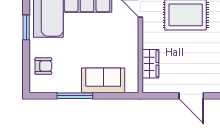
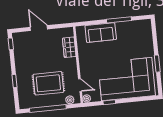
armchair: (43, 66) -> (143, 38), removed

